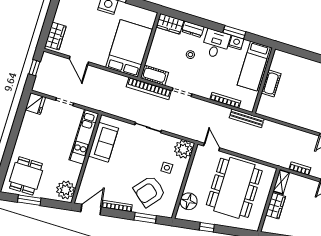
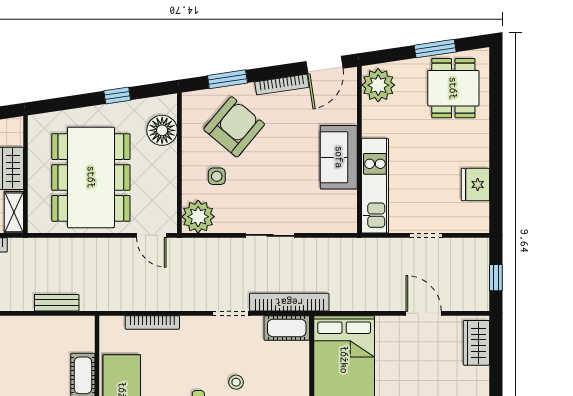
fridge: (35, 104) -> (475, 185), moved
bench: (247, 118) -> (57, 303), moved, width x0.73
sofa: (103, 142) -> (339, 157), moved

